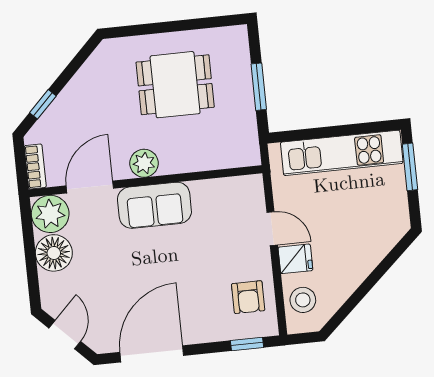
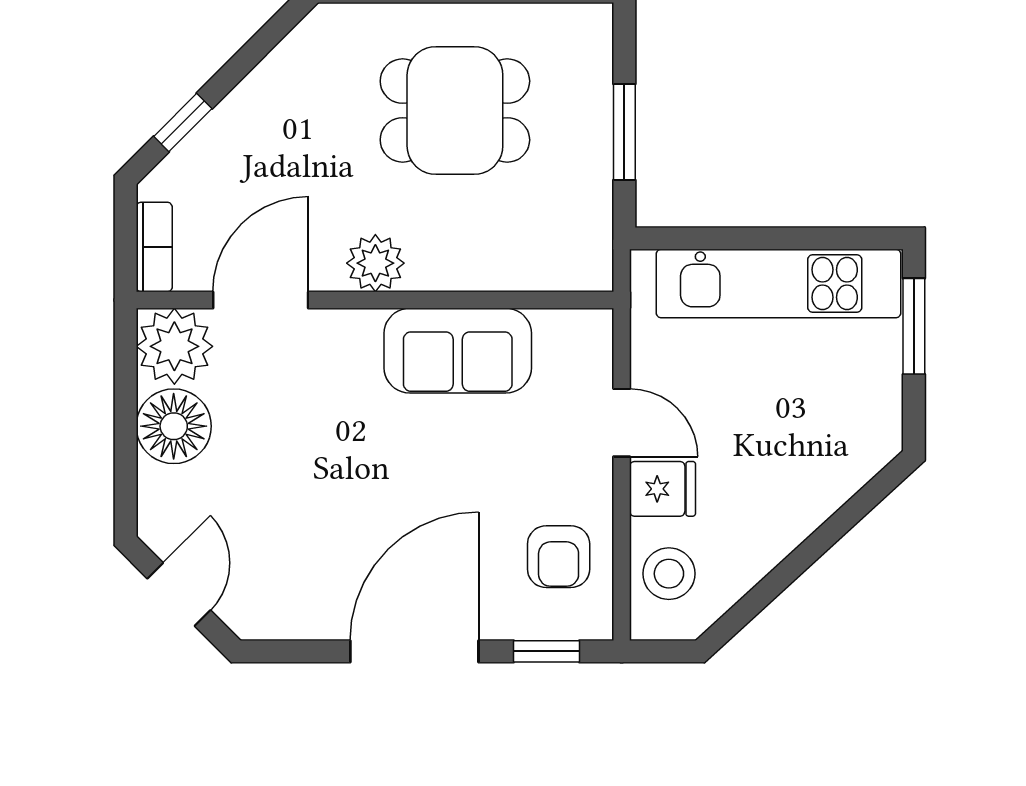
sofa: (154, 205) -> (458, 351), moved
door: (152, 354) -> (414, 651), moved

